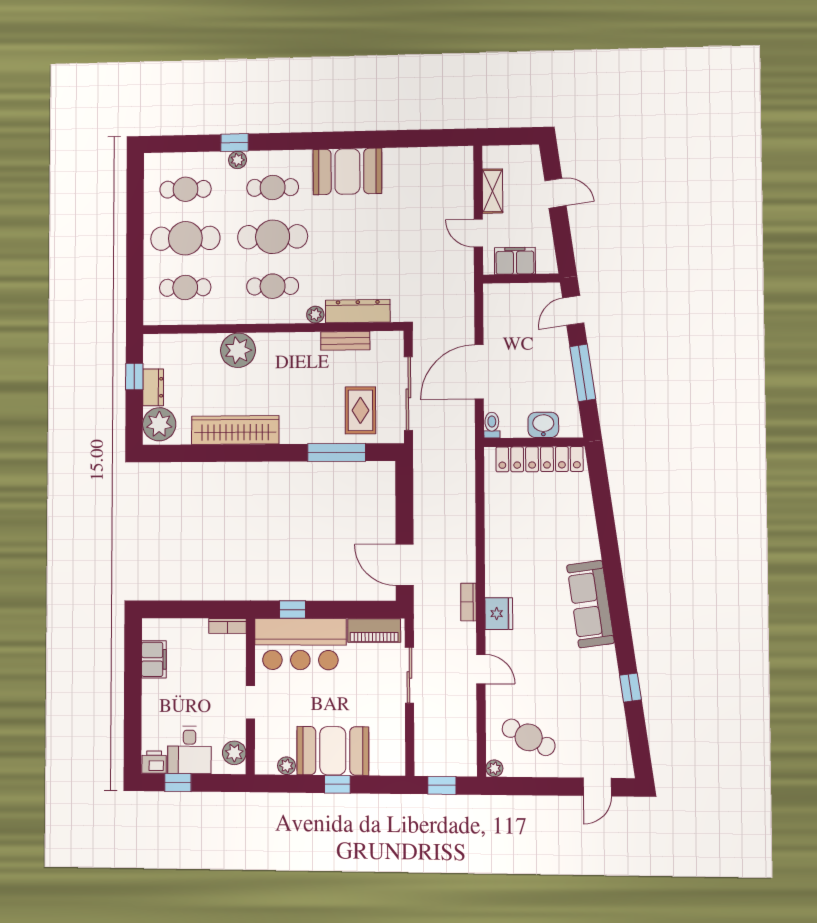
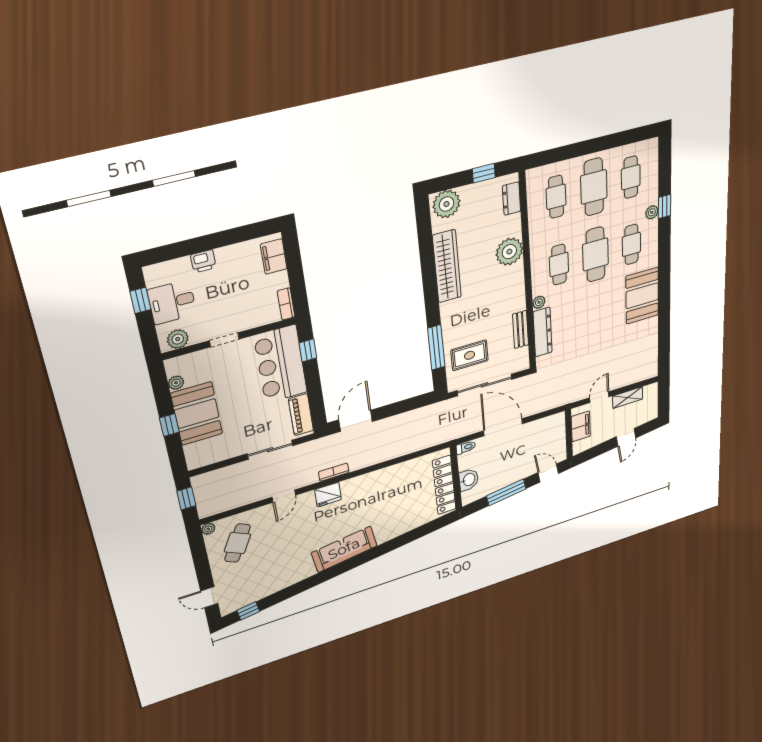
dresser: (153, 387) -> (512, 199), moved, turned 90
filing cabinet: (154, 659) -> (274, 256), moved, turned 90
window: (630, 688) -> (248, 611), moved
printer: (154, 762) -> (203, 261), moved, turned 90

